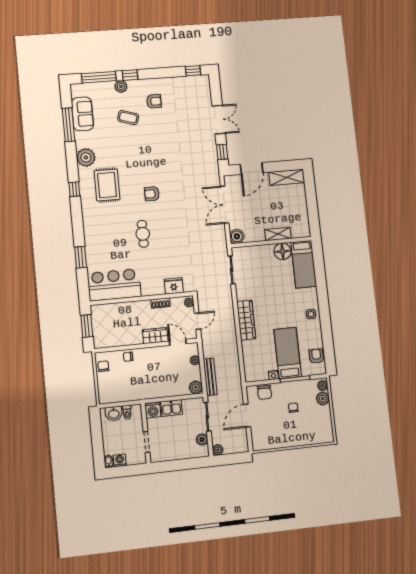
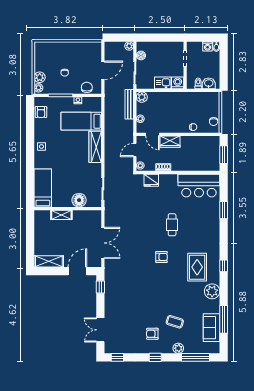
window: (130, 75) -> (155, 357), moved
double door: (219, 120) -> (100, 330), moved
boiler: (237, 236) -> (96, 216), removed
floor lamp: (283, 251) -> (79, 200), moved
bed: (288, 353) -> (81, 121), moved, turned 90

